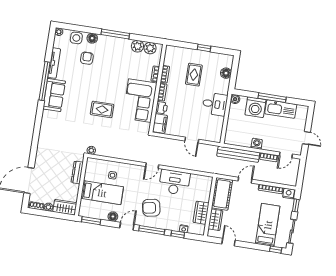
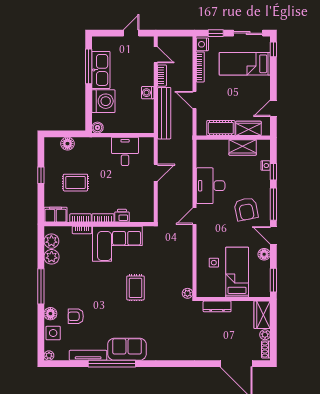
window: (272, 98) -> (89, 66), moved
desk: (215, 104) -> (125, 151), moved
filing cabinet: (160, 123) -> (56, 215), moved
door: (152, 166) -> (195, 216), swing flipped
cot: (222, 194) -> (221, 128), width x0.73, depth x0.75

